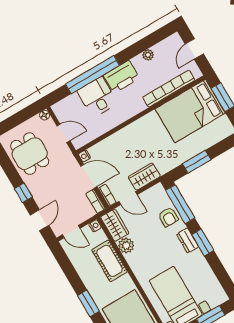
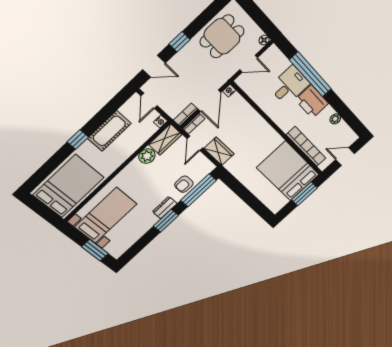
door: (63, 133) -> (249, 64), hinge flipped
window: (197, 162) -> (242, 191), removed
cot: (110, 261) -> (109, 131), moved
window: (88, 303) -> (78, 139), width x0.67

